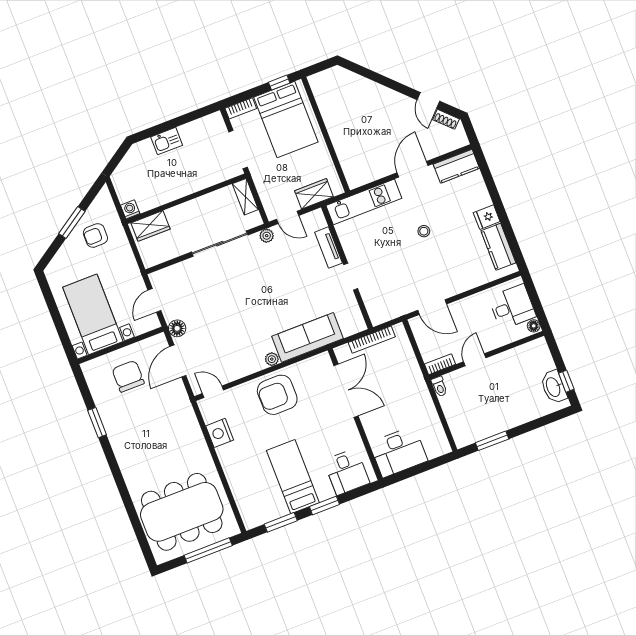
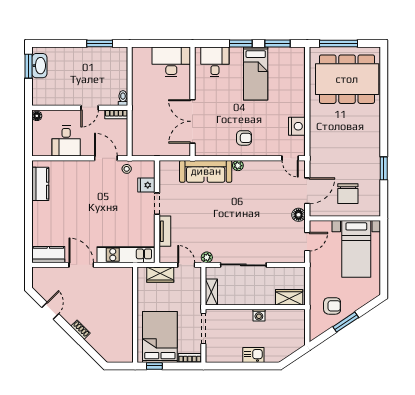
shoe rack: (446, 119) -> (80, 330), moved
door: (413, 169) -> (81, 265), swing flipped
washing machine: (130, 209) -> (259, 315), moved
fridge: (487, 217) -> (146, 185), moved, turned 180
stool: (424, 231) -> (127, 169), moved
desk: (512, 307) -> (66, 141), moved, turned -90
bookcase: (372, 340) -> (159, 152), removed
window: (566, 381) -> (29, 66), width x1.50
armchair: (277, 395) -> (244, 138), width x0.53, depth x0.53

